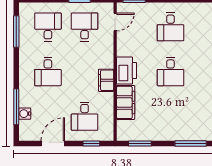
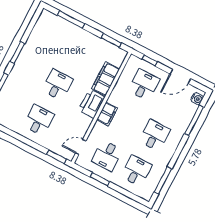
desk: (48, 27) -> (136, 171), turned 180
filing cabinet: (106, 80) -> (107, 114), moved
water cooler: (25, 114) -> (197, 99), moved

